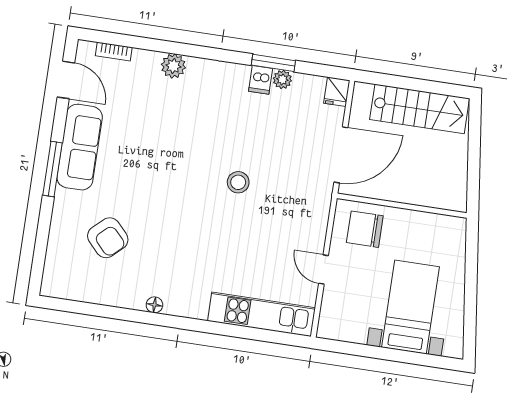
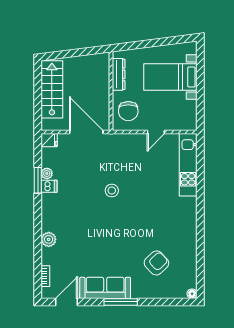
dresser: (428, 222) -> (119, 74), added
floor lamp: (154, 305) -> (192, 294), moved

